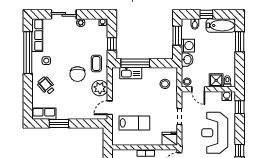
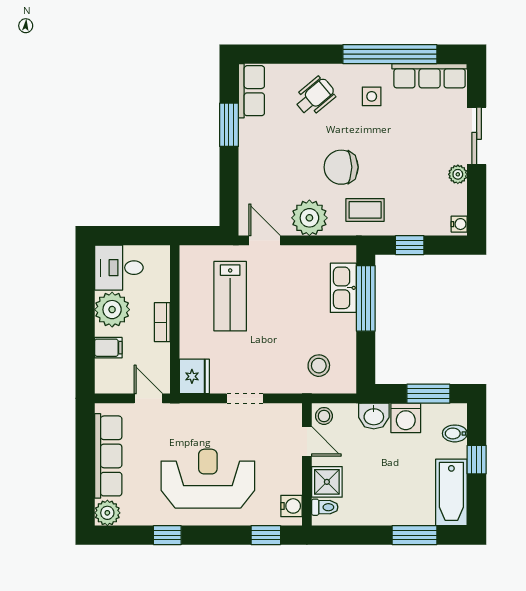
door: (198, 89) -> (307, 441), swing flipped

